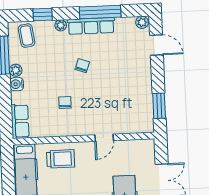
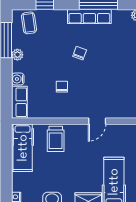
plant: (61, 25) -> (61, 15), removed
water cooler: (17, 84) -> (18, 79), moved
trolley: (61, 159) -> (56, 139), turned 90

